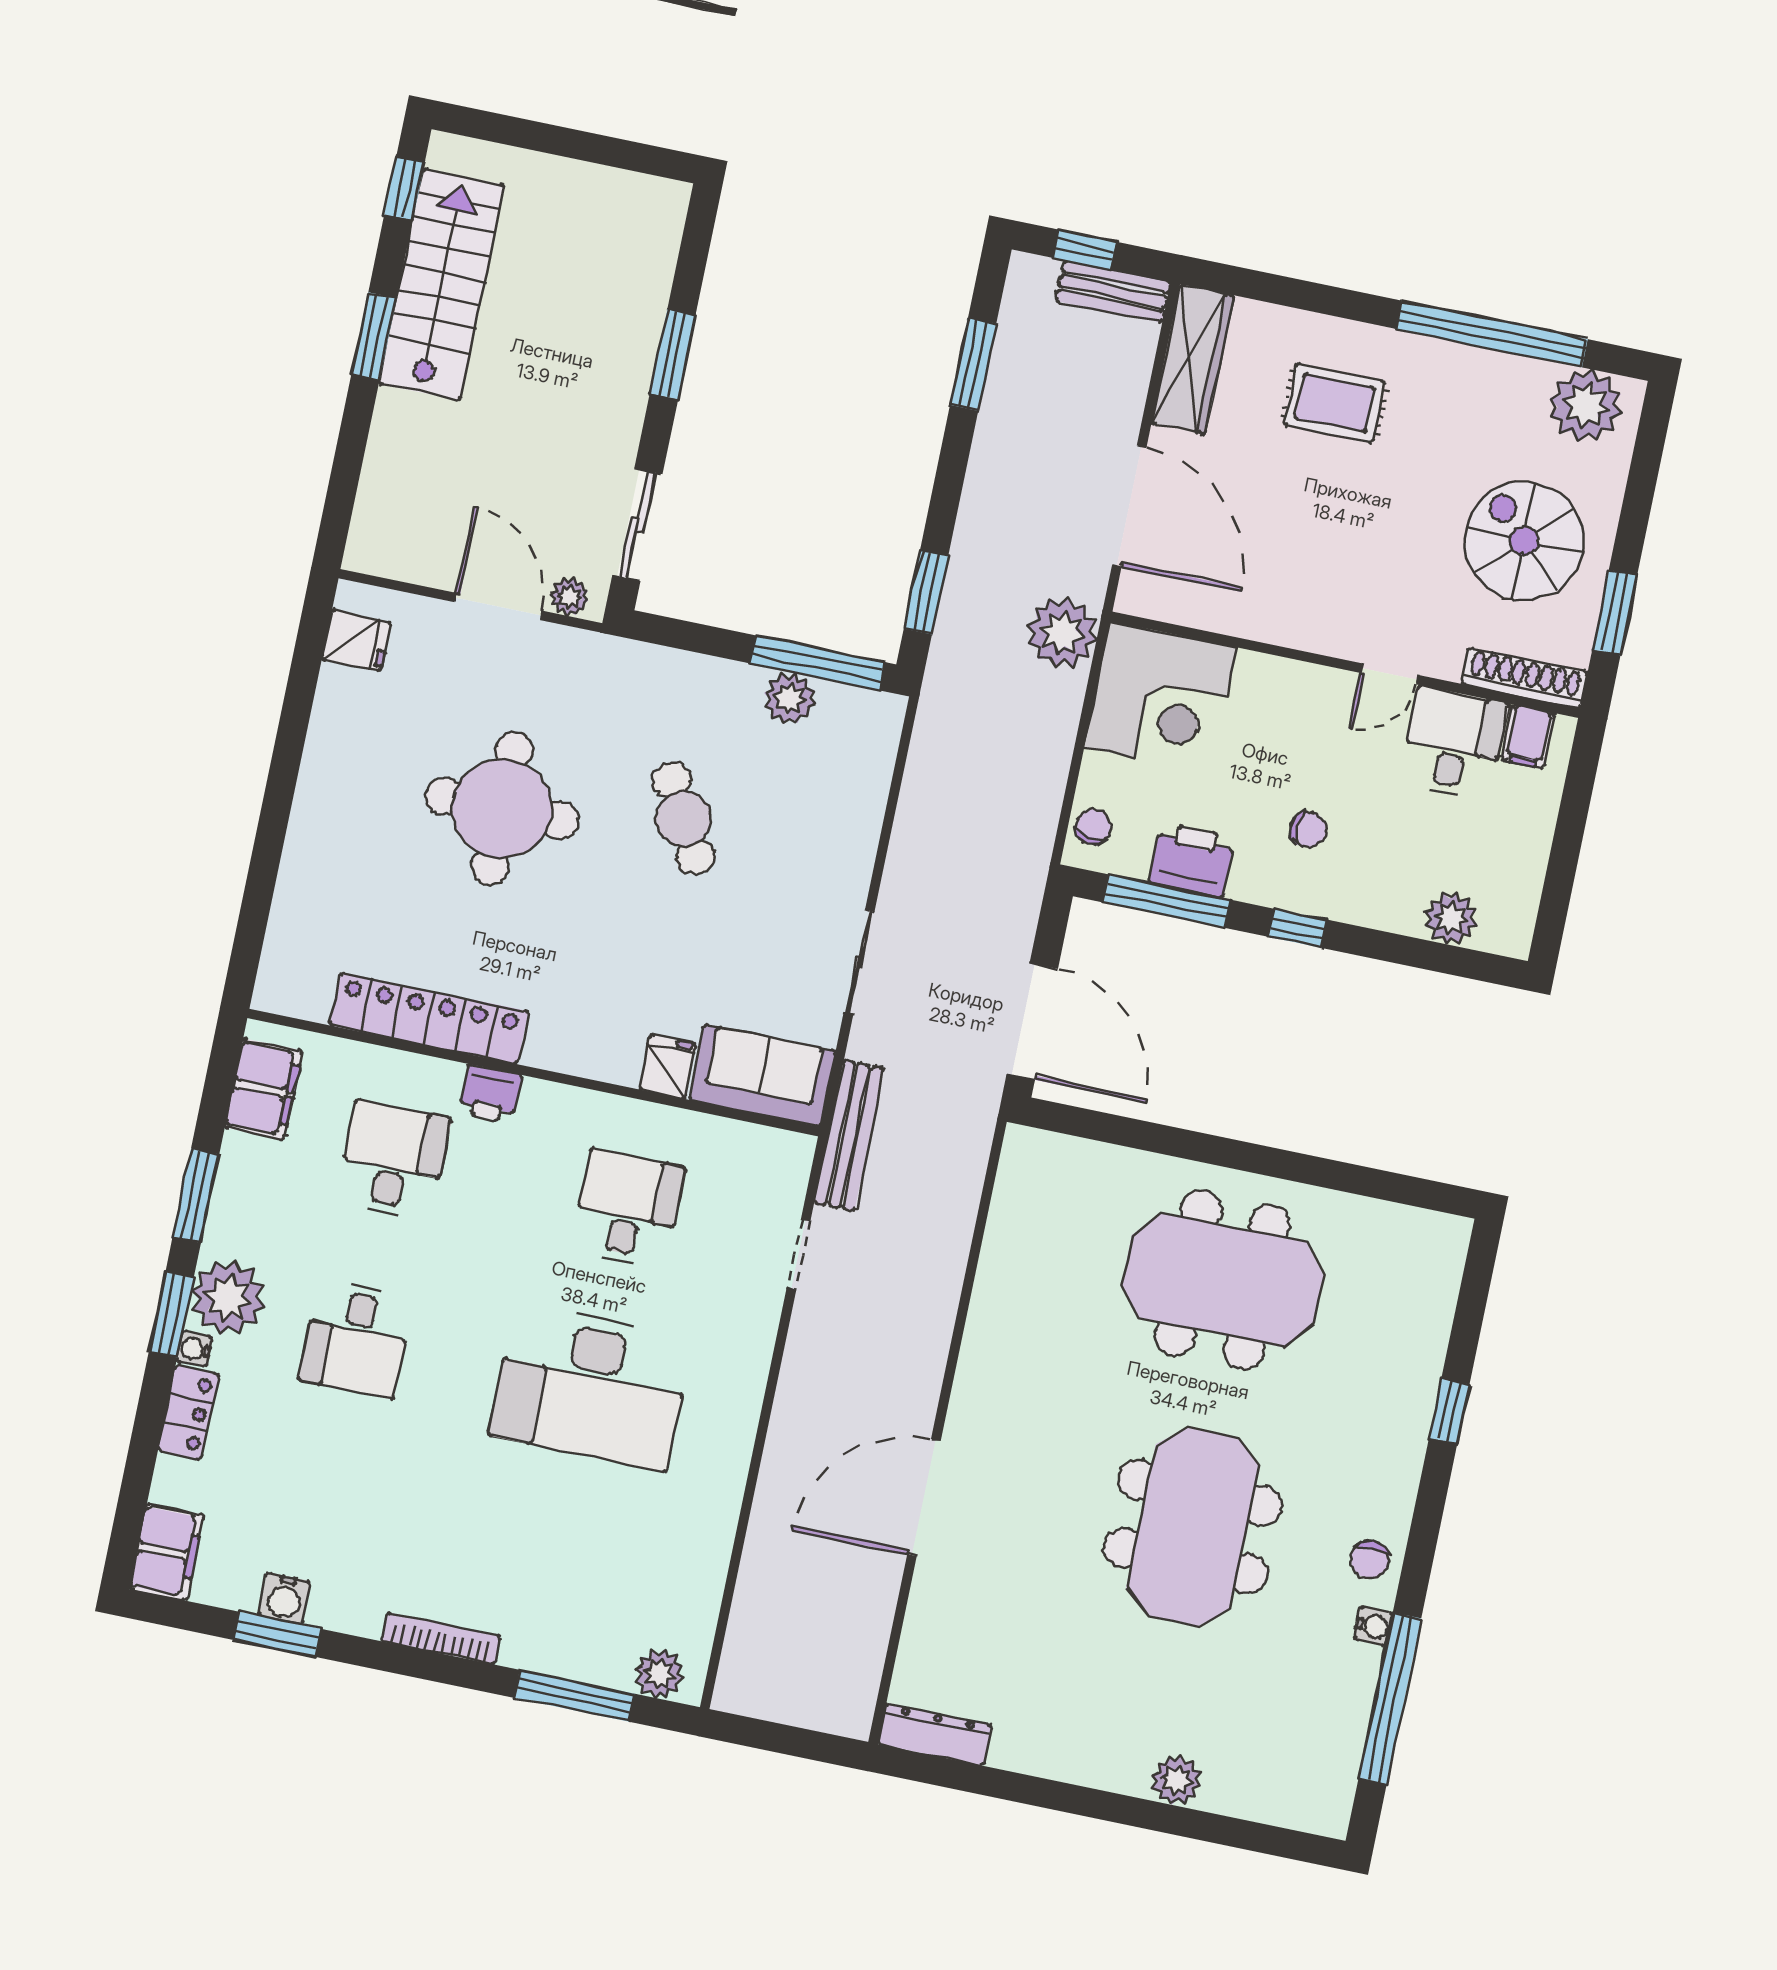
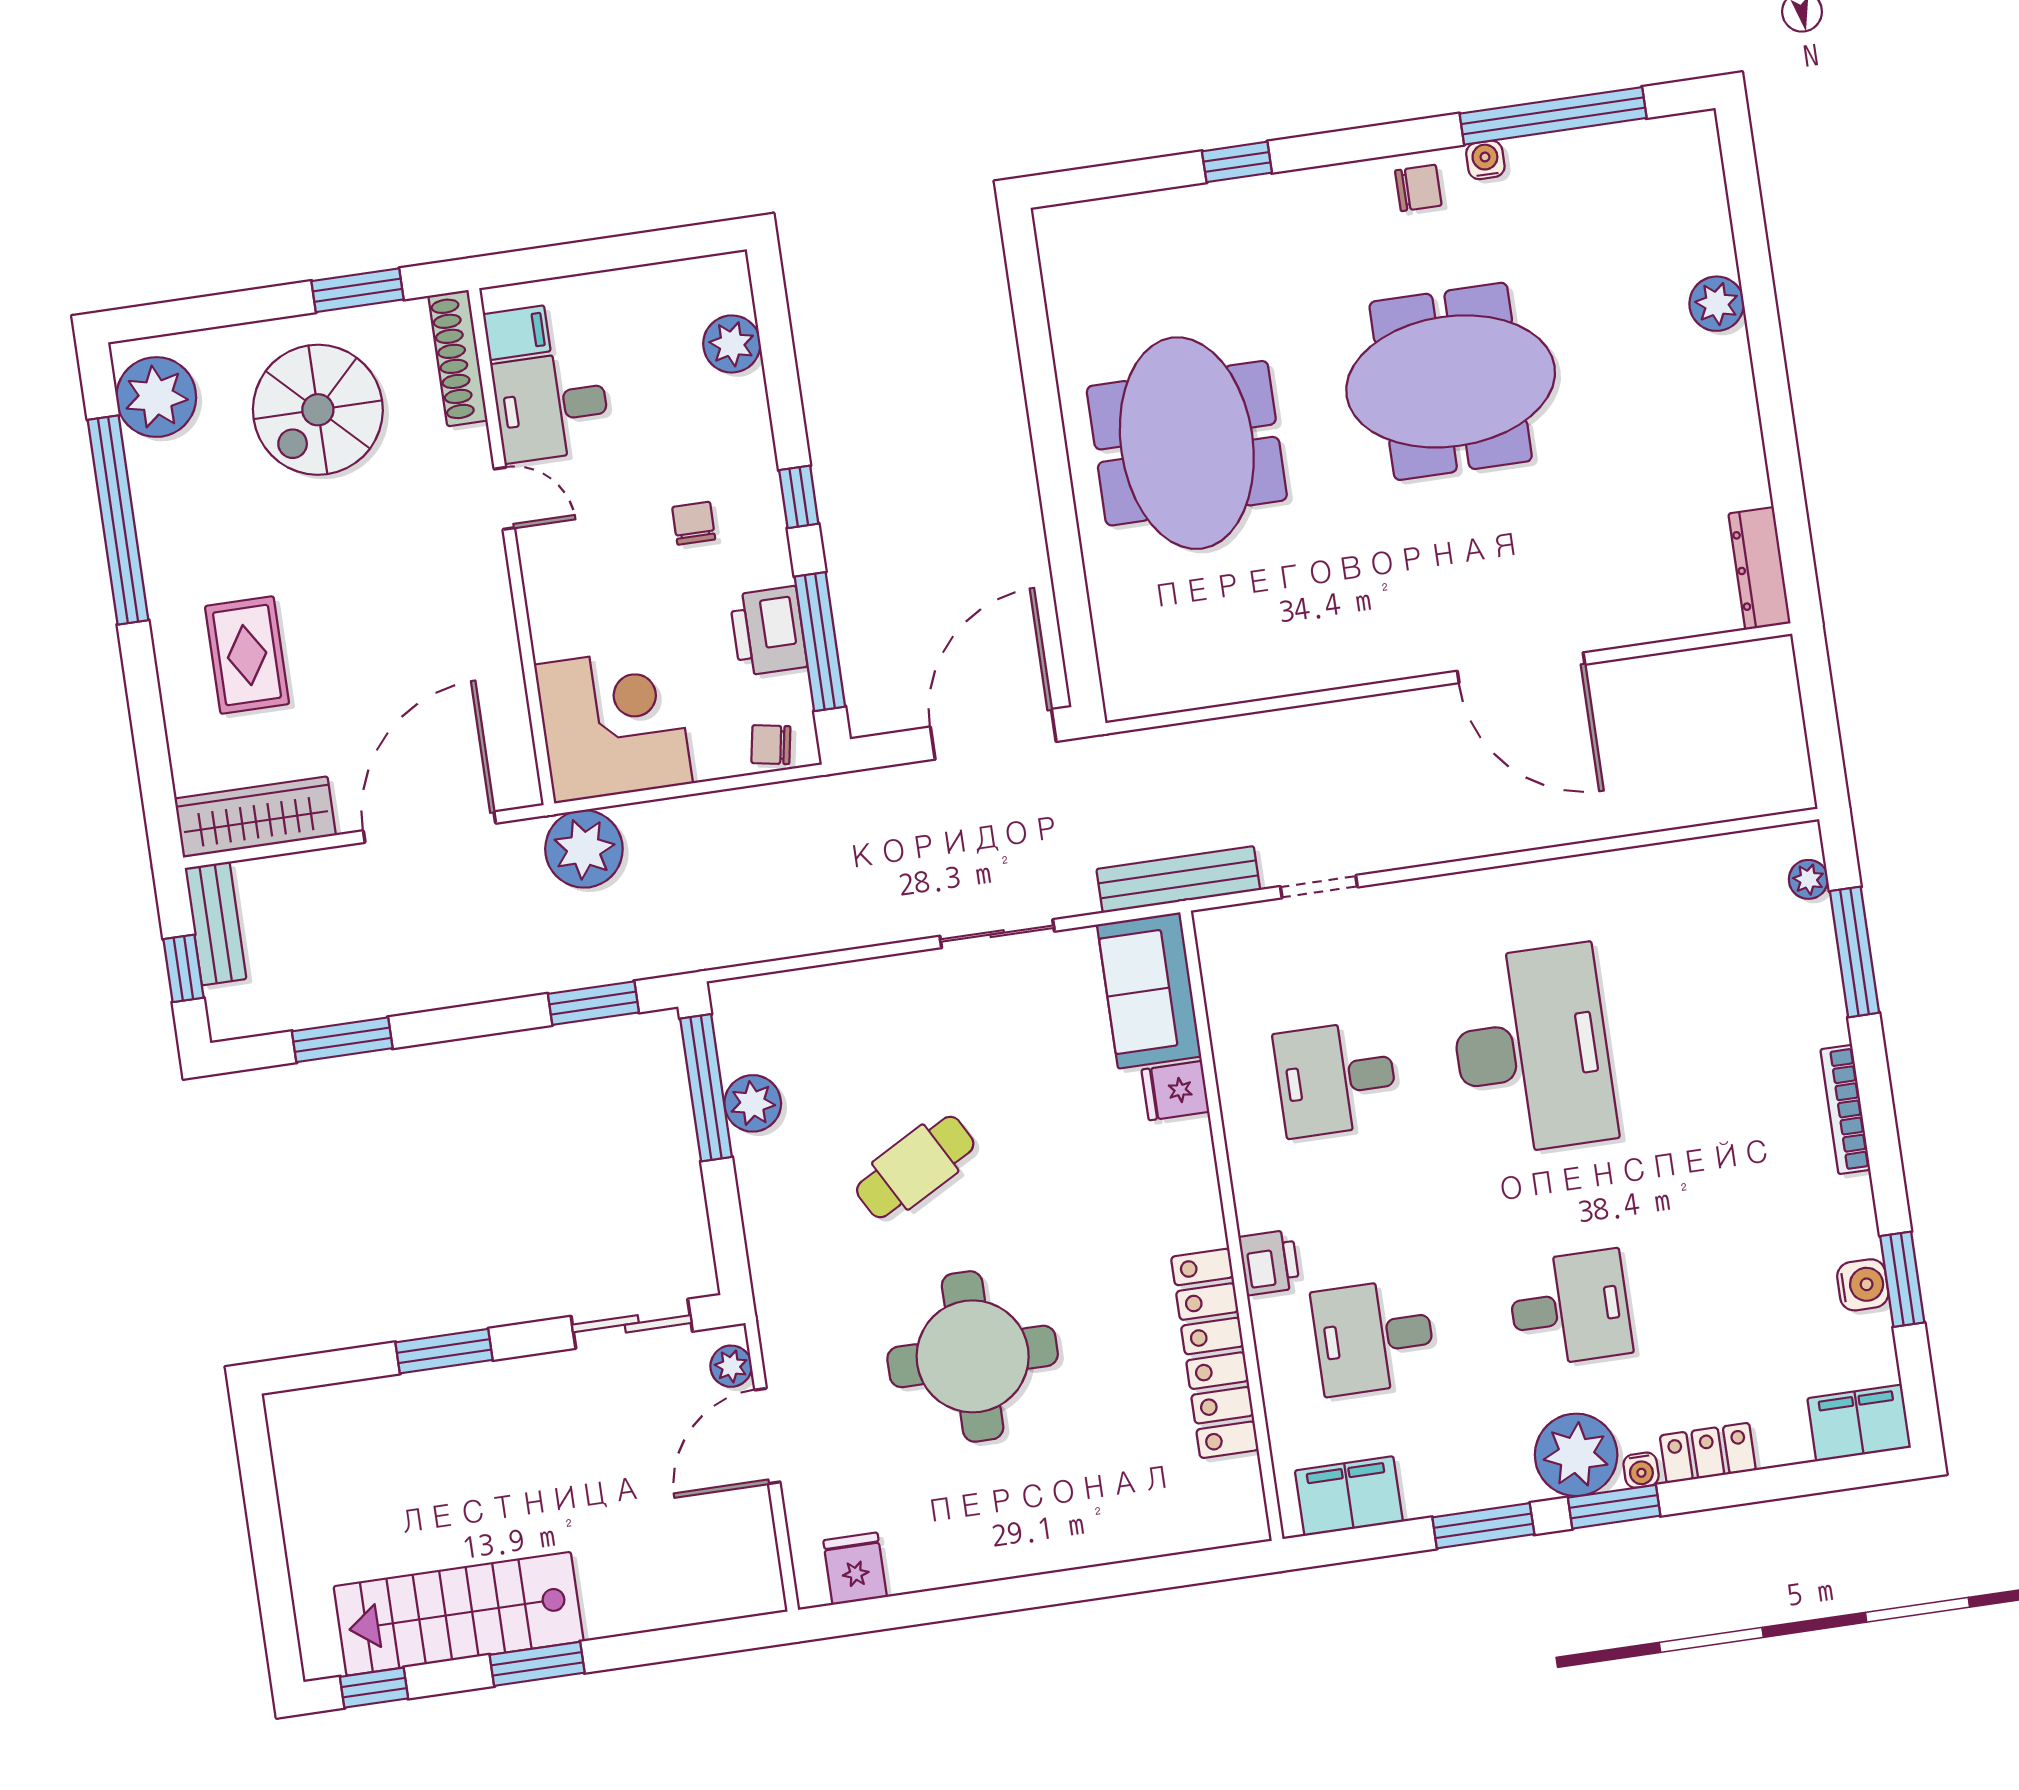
plant: (659, 1674) -> (1808, 879), width x0.73, depth x0.73

